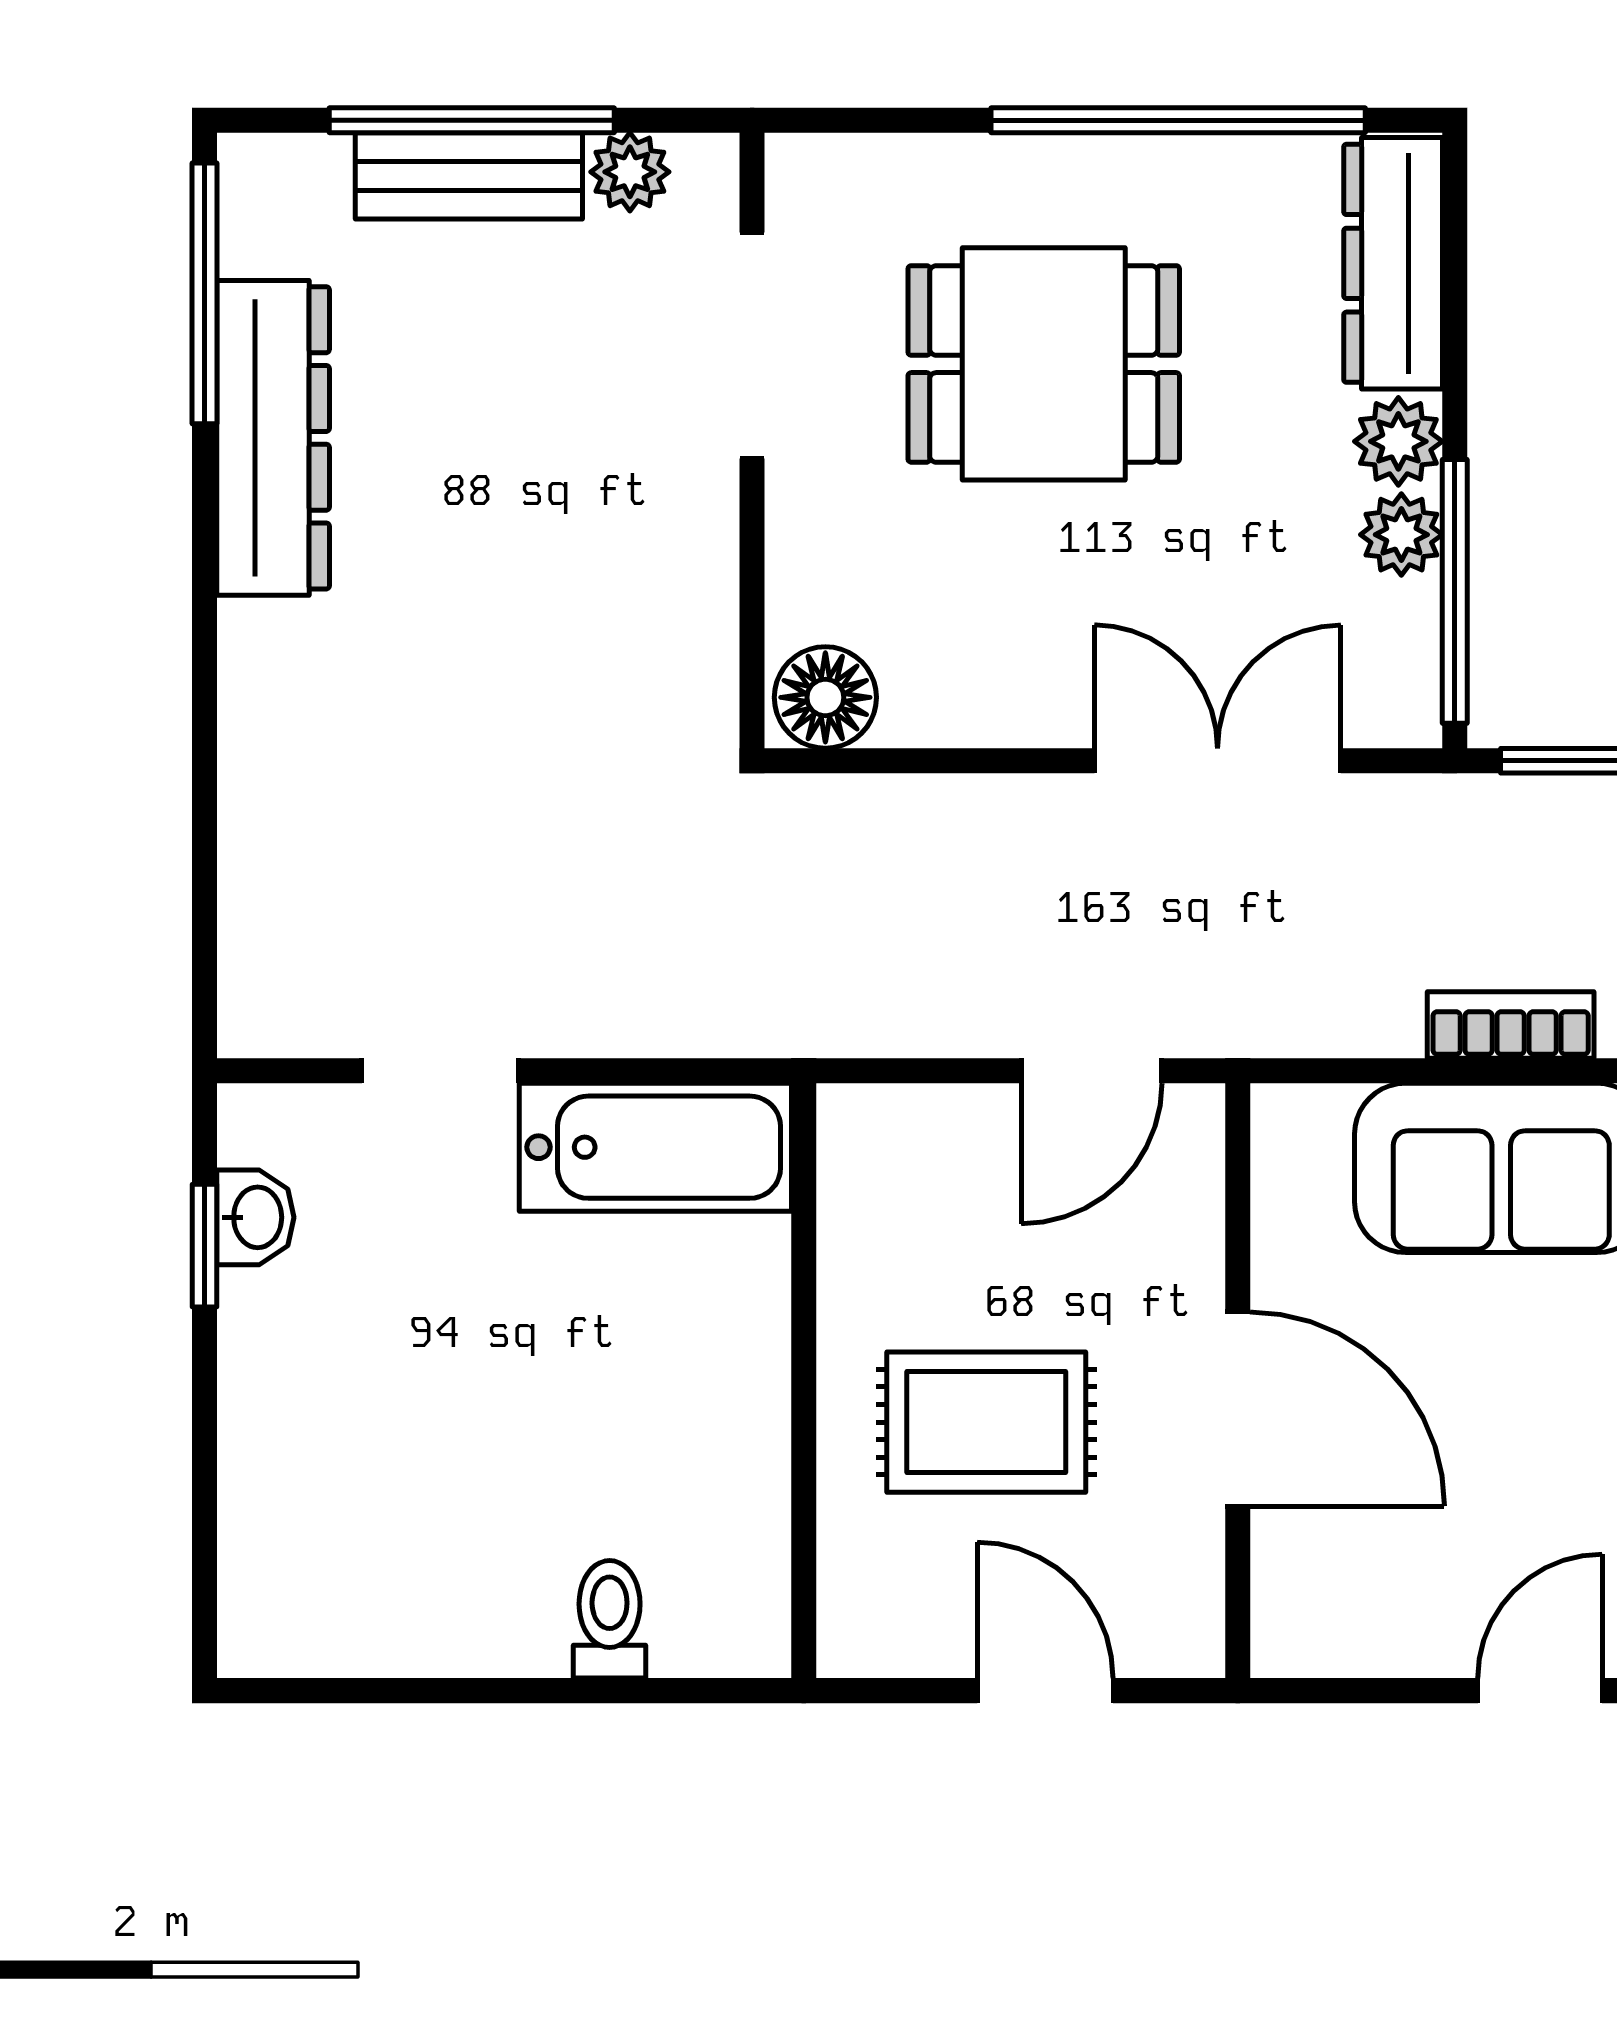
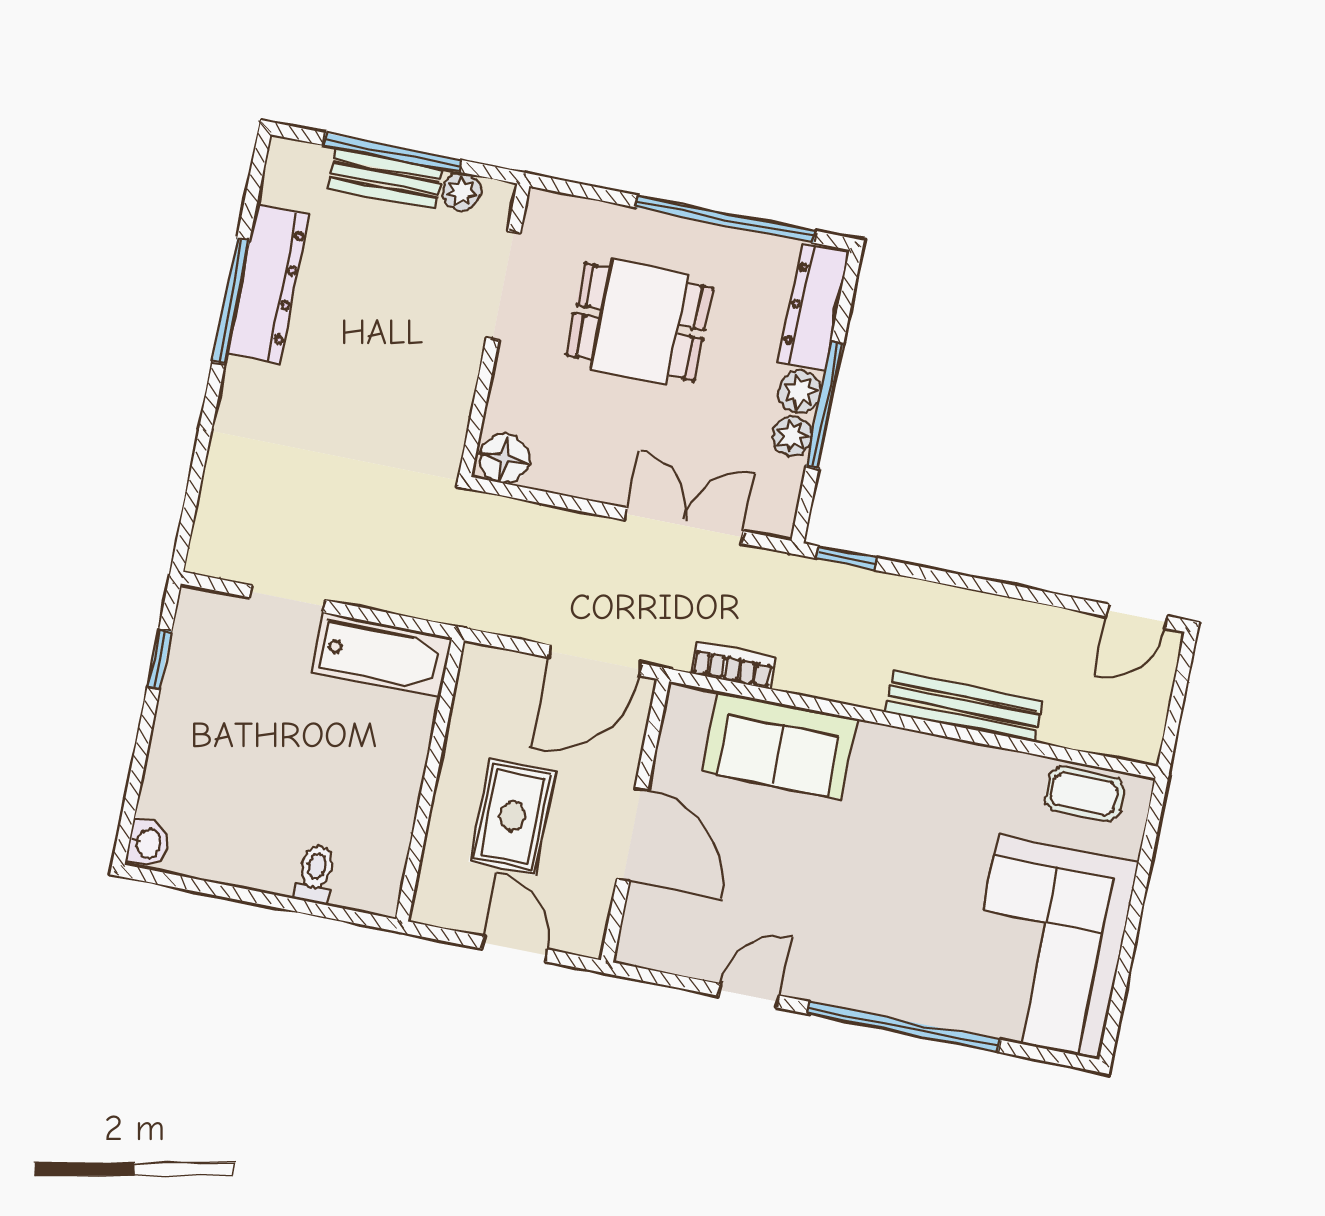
window: (204, 293) -> (231, 301), moved
window: (1455, 591) -> (825, 405), moved
bookcase: (1511, 1025) -> (733, 665), moved
door: (1091, 1071) -> (595, 660), width x1.38
washbasin: (255, 1217) -> (148, 843), moved
rug: (986, 1422) -> (512, 816), turned 90

